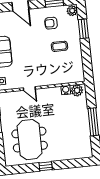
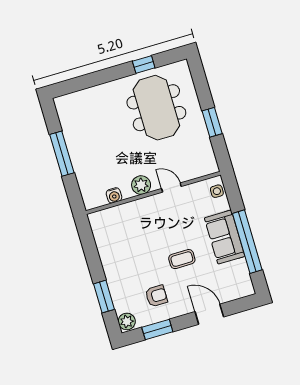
coffee table: (59, 46) -> (182, 259), moved
plant: (77, 90) -> (141, 185), moved
window: (46, 166) -> (144, 65), moved

